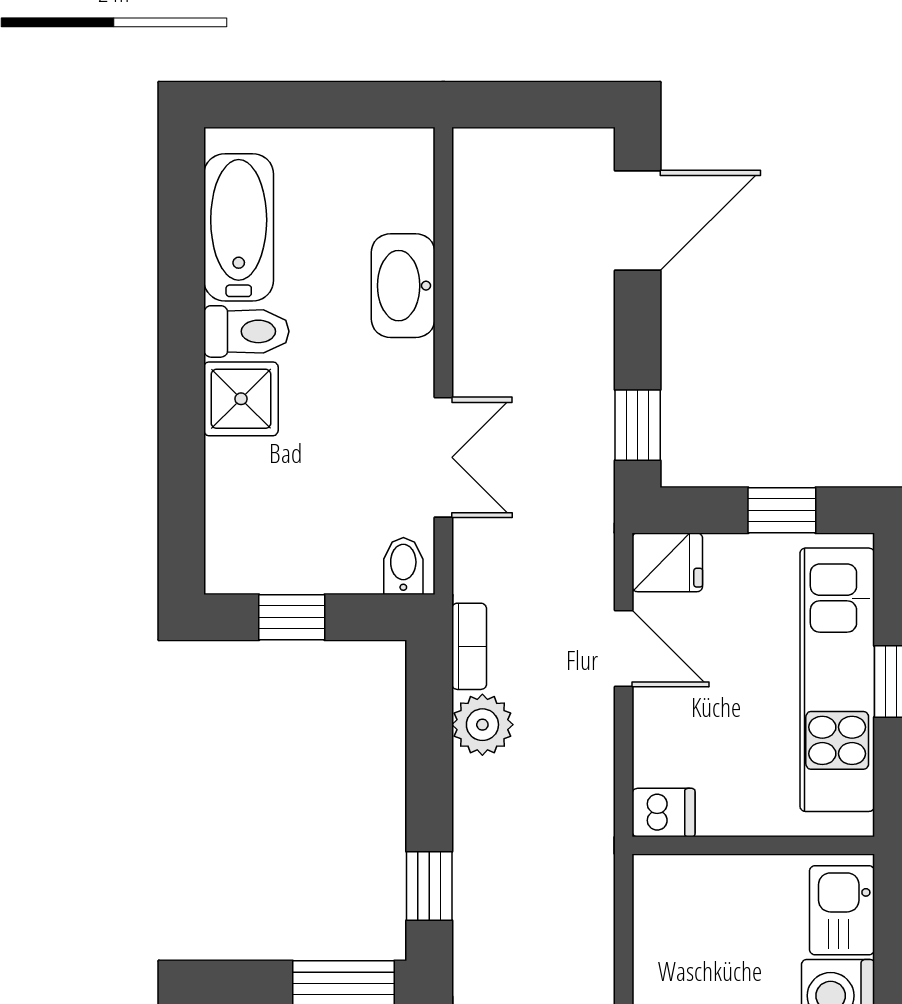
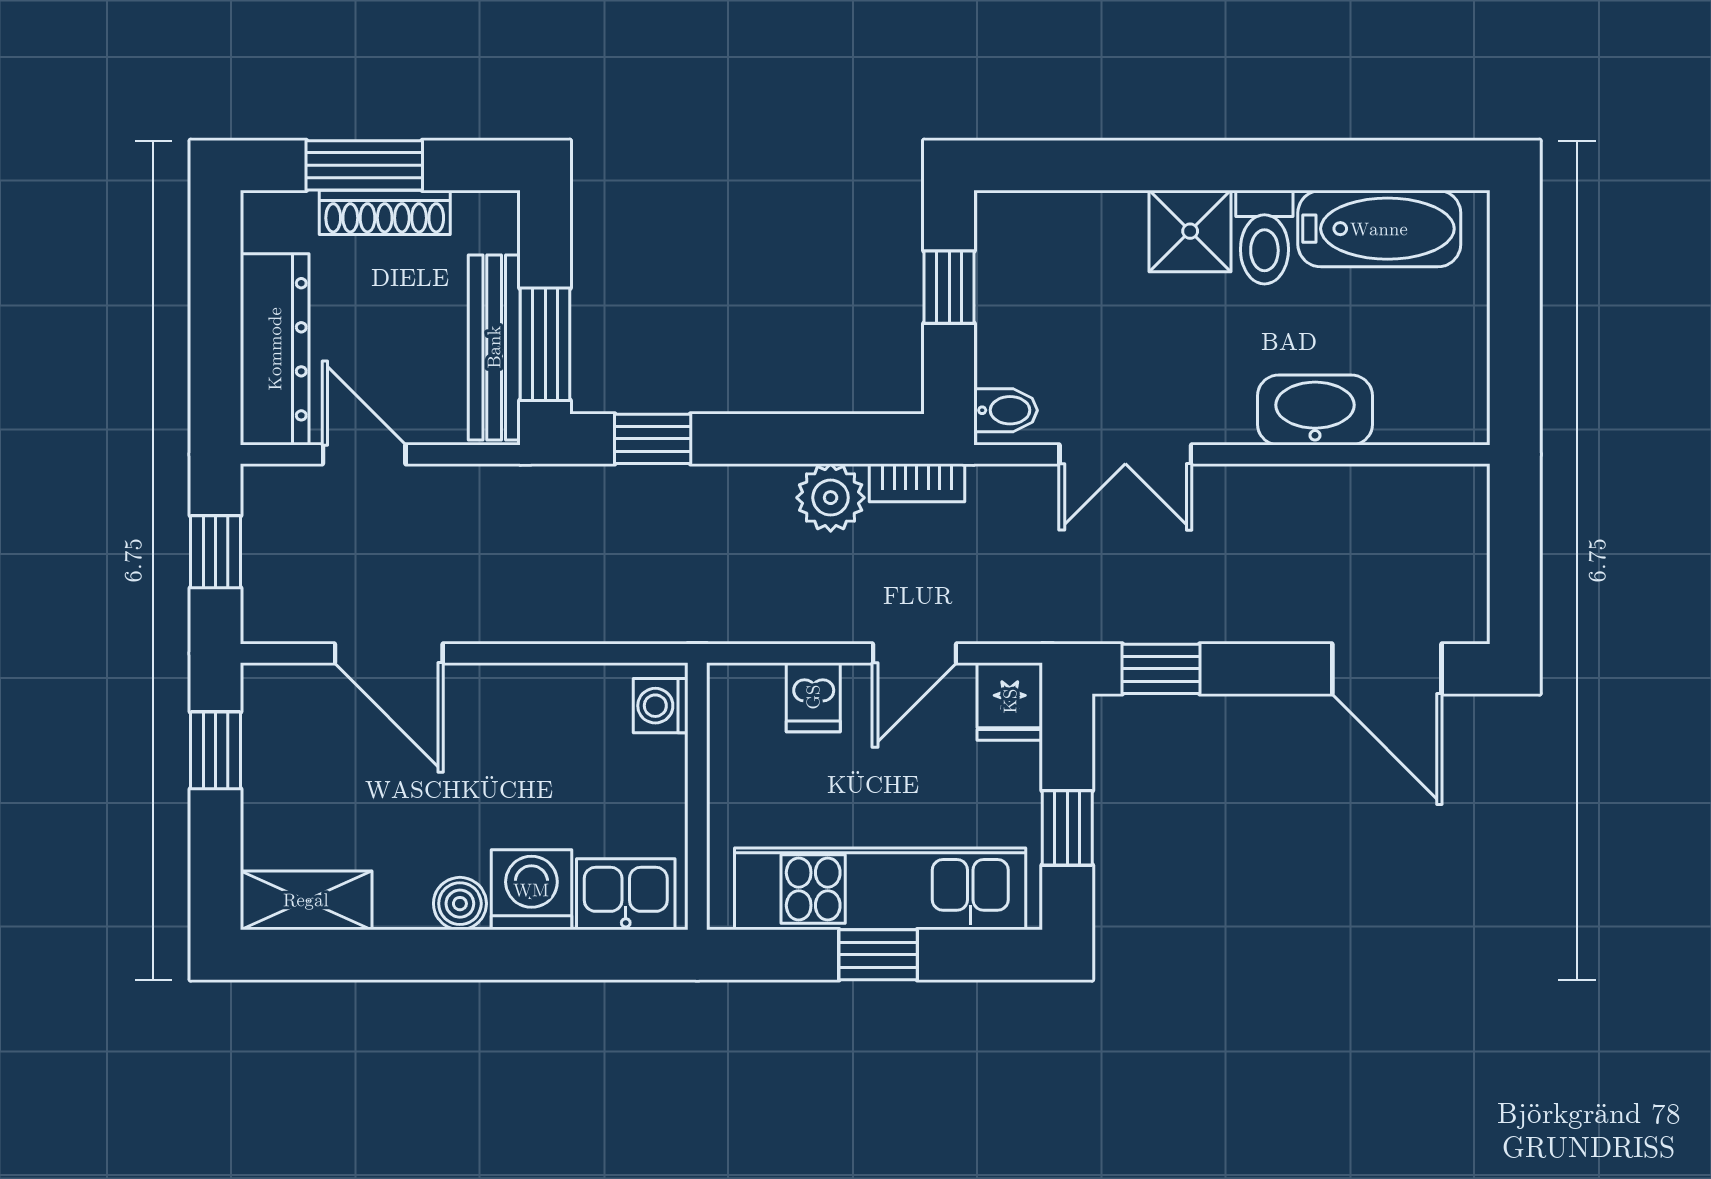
dishwasher: (663, 813) -> (813, 697), moved
washing machine: (671, 879) -> (661, 706), added

